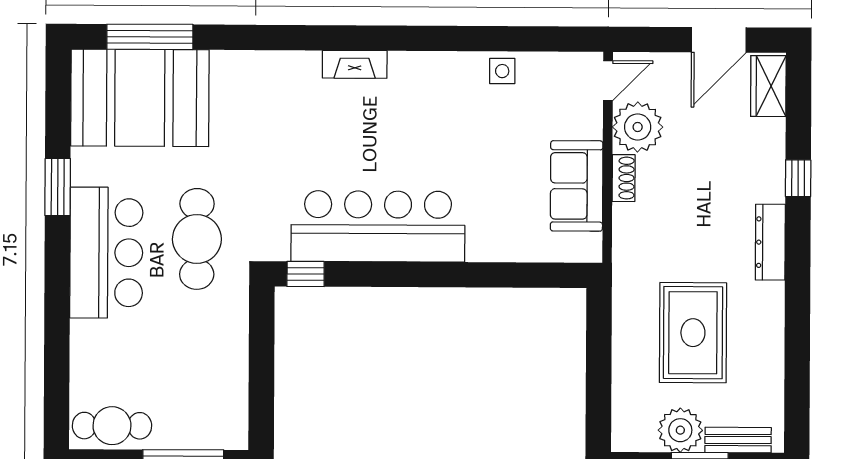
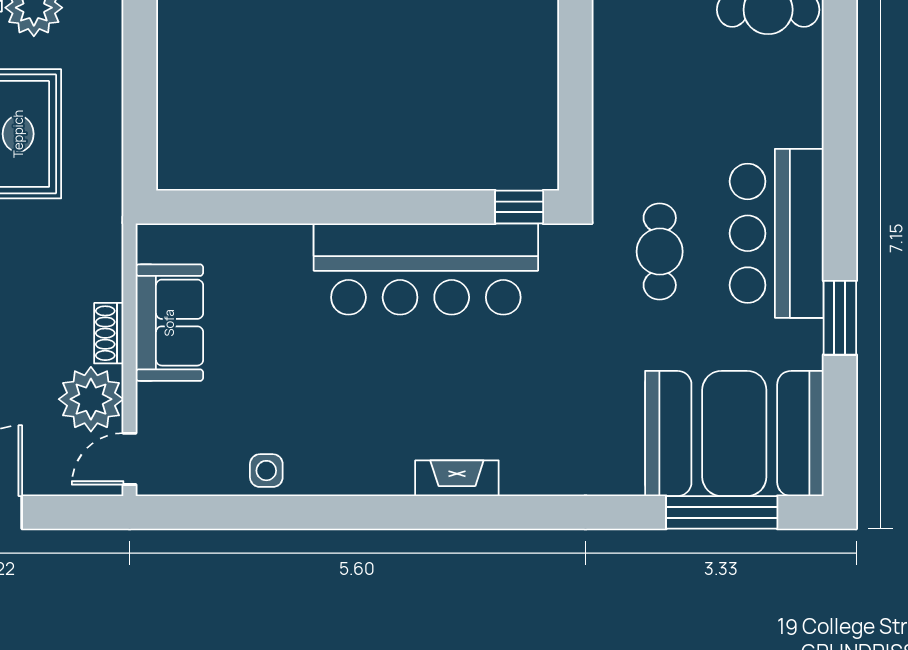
cafe table: (197, 239) -> (660, 252), width x0.73, depth x0.74

